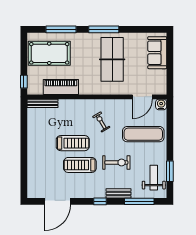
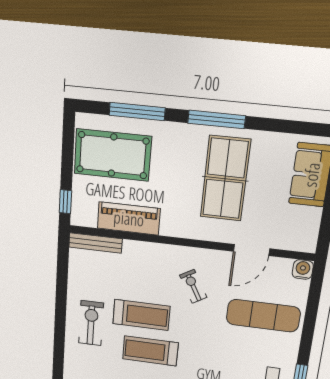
door: (142, 97) -> (251, 250), moved
exercise bike: (116, 162) -> (91, 323), moved, turned -90

